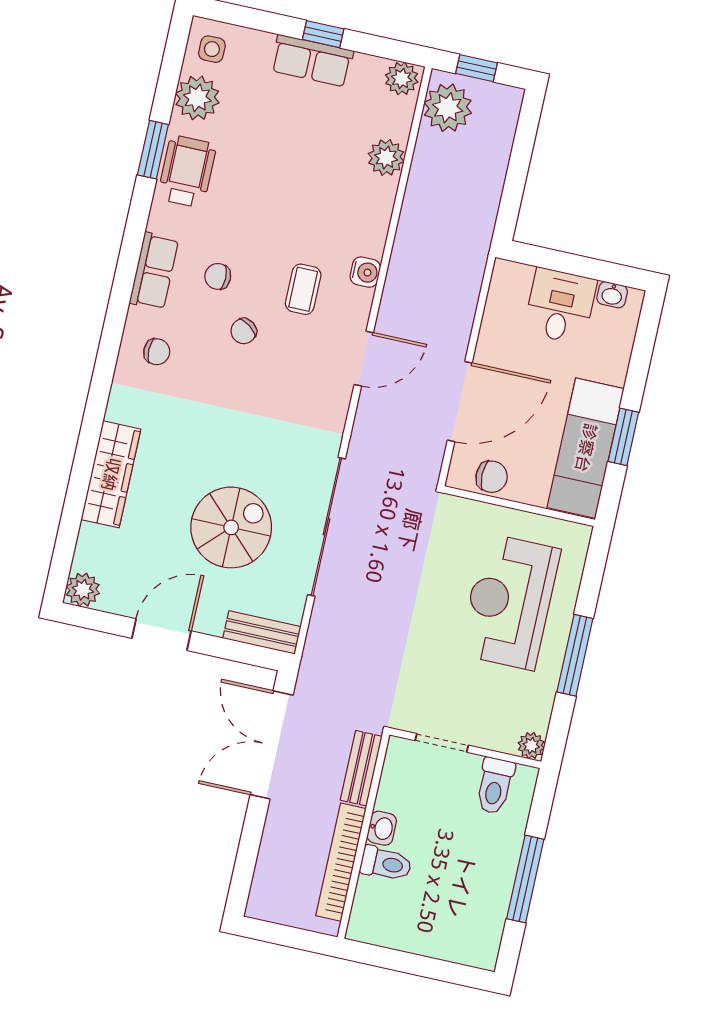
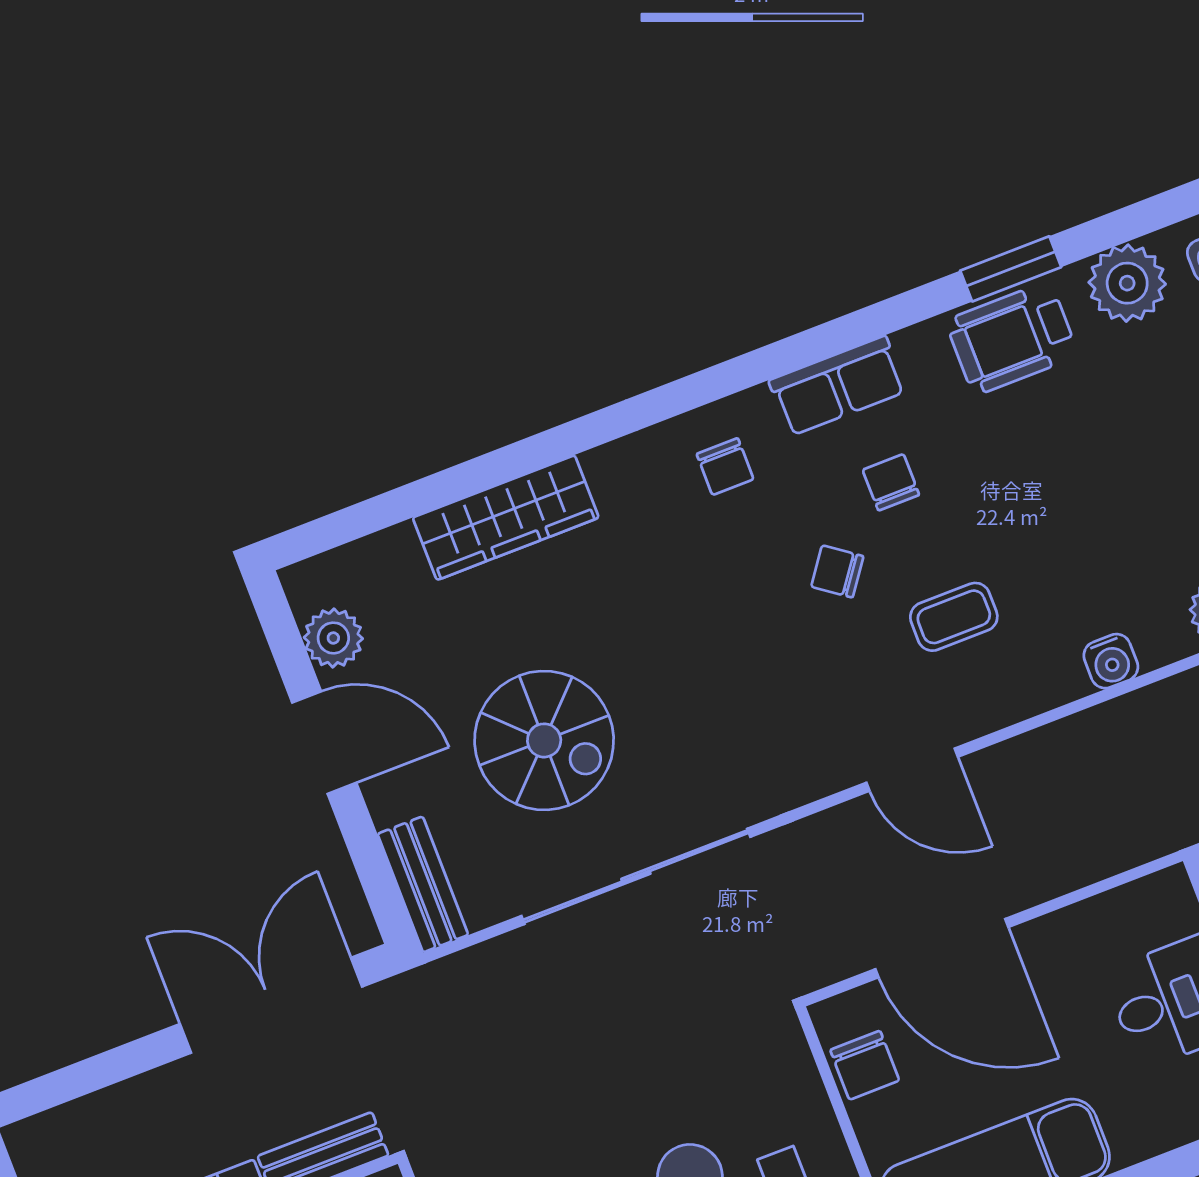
wheelchair: (187, 171) -> (1012, 338), turned 180
water cooler: (365, 272) -> (1111, 661), moved
plant: (83, 590) -> (333, 638), moved

